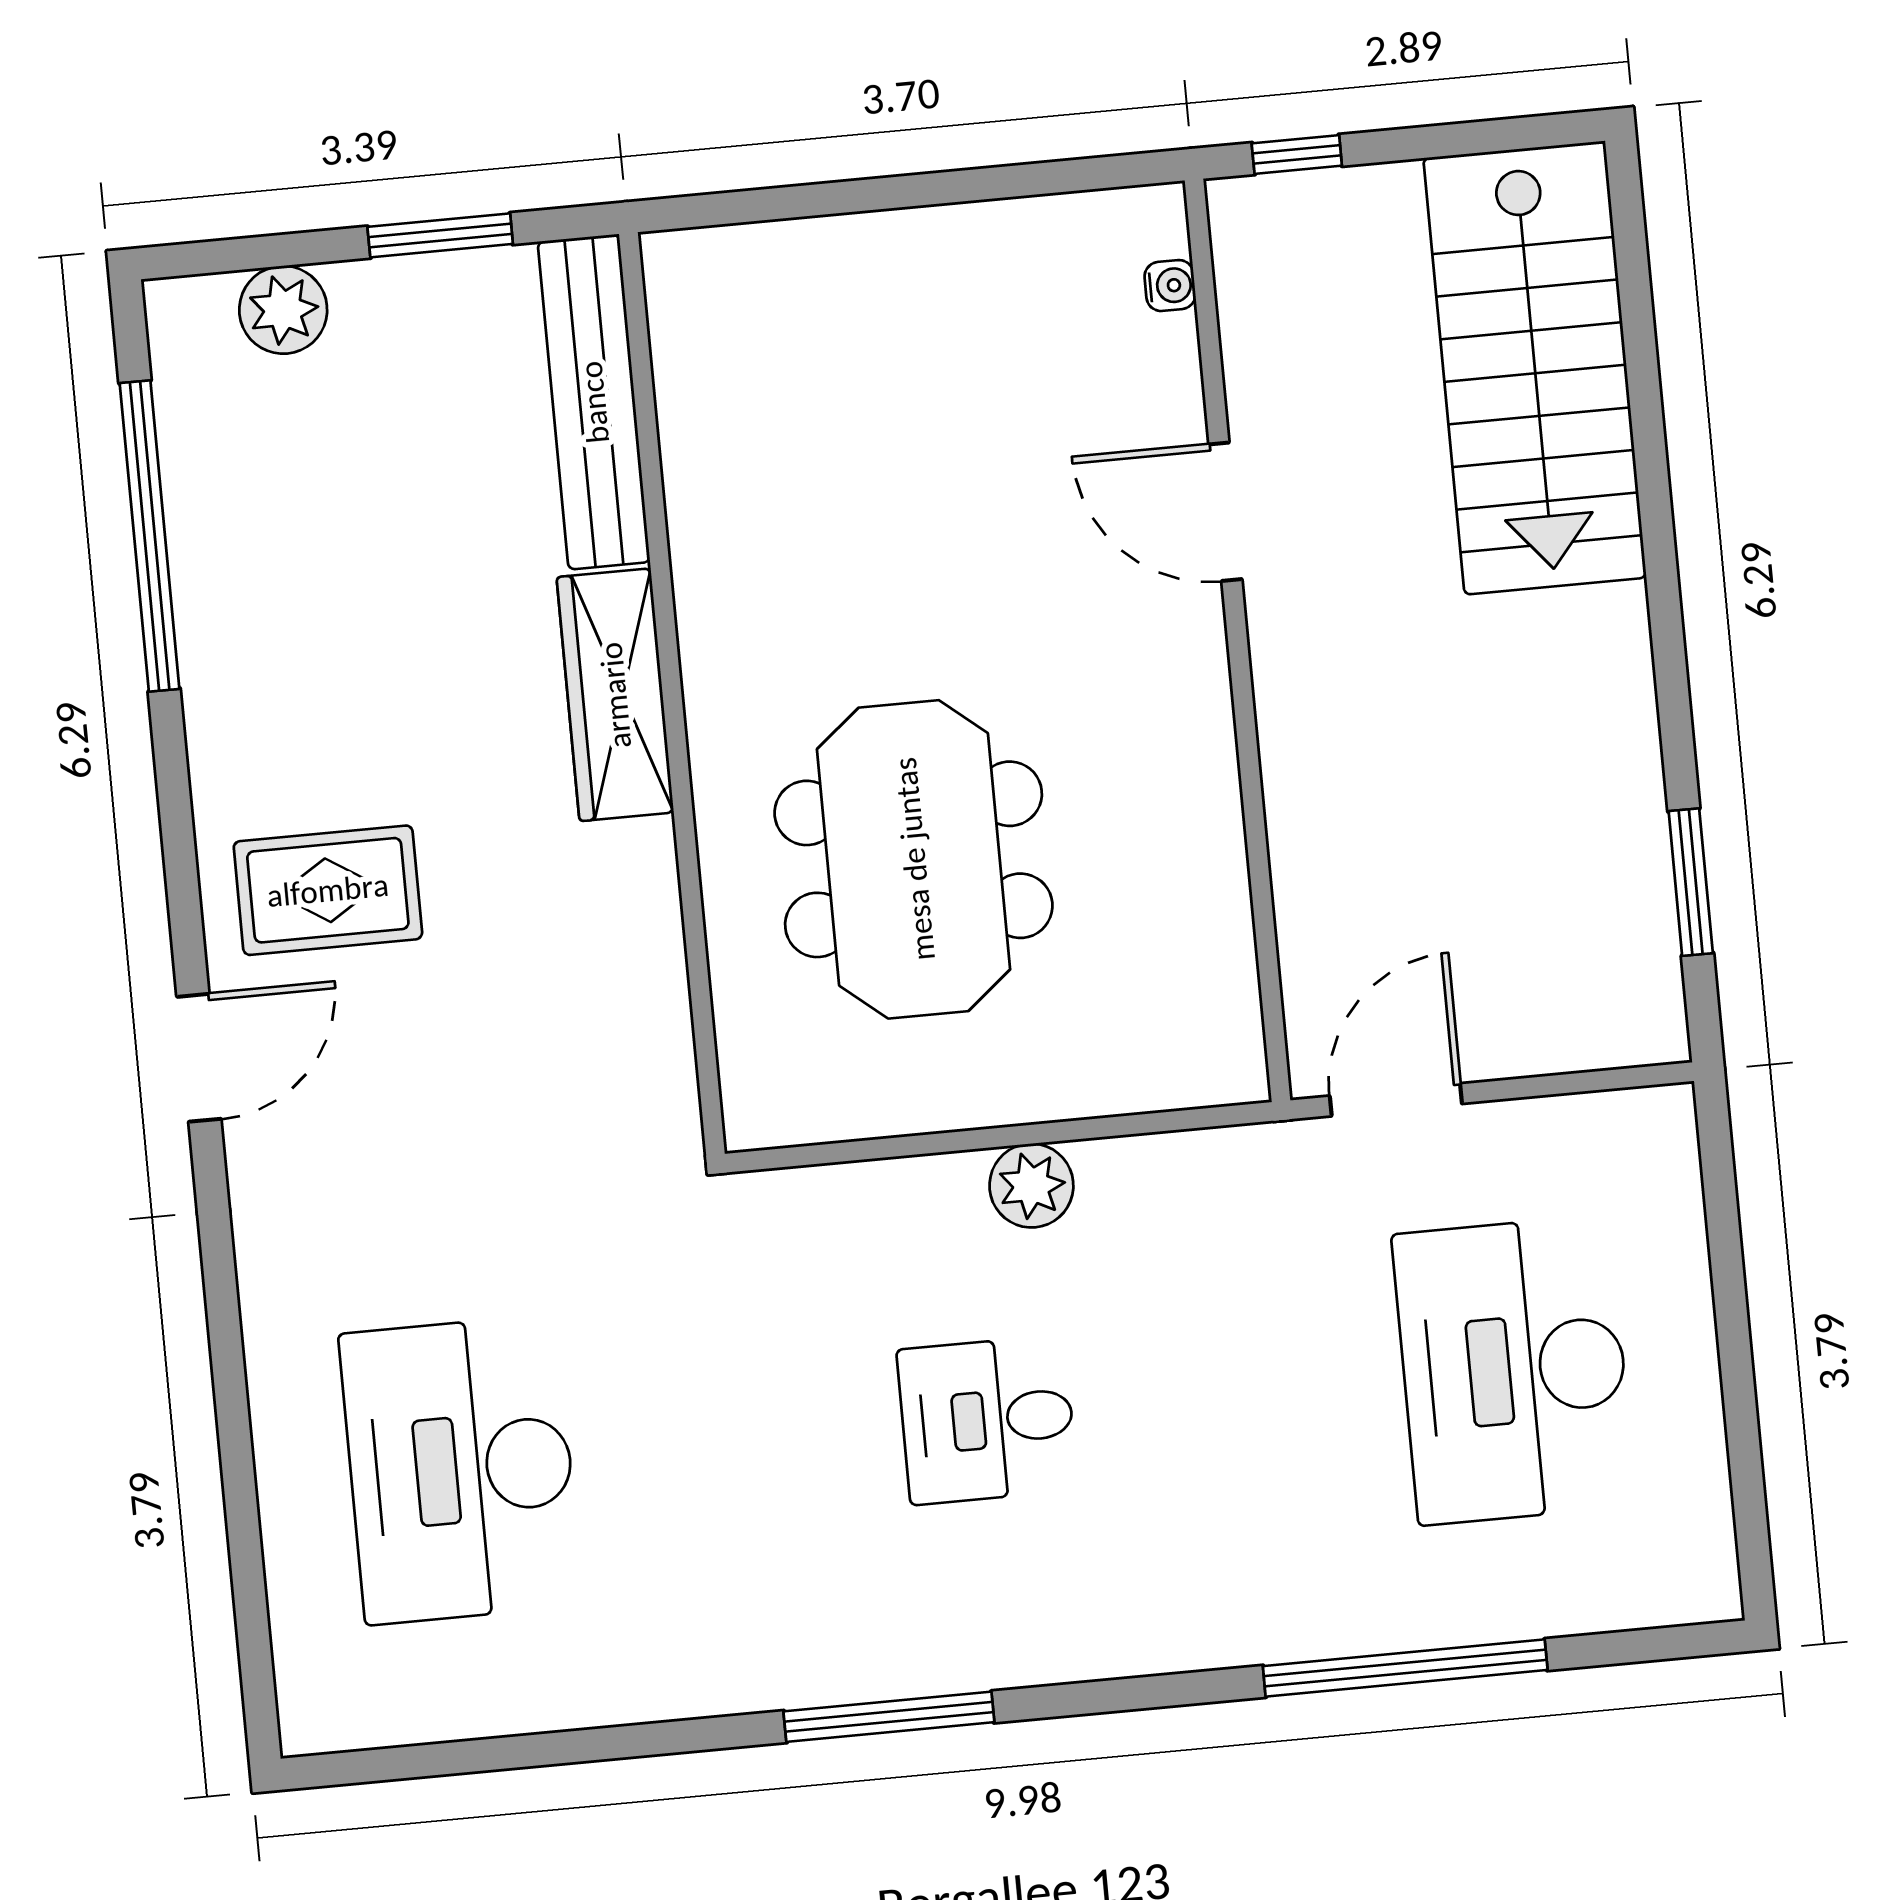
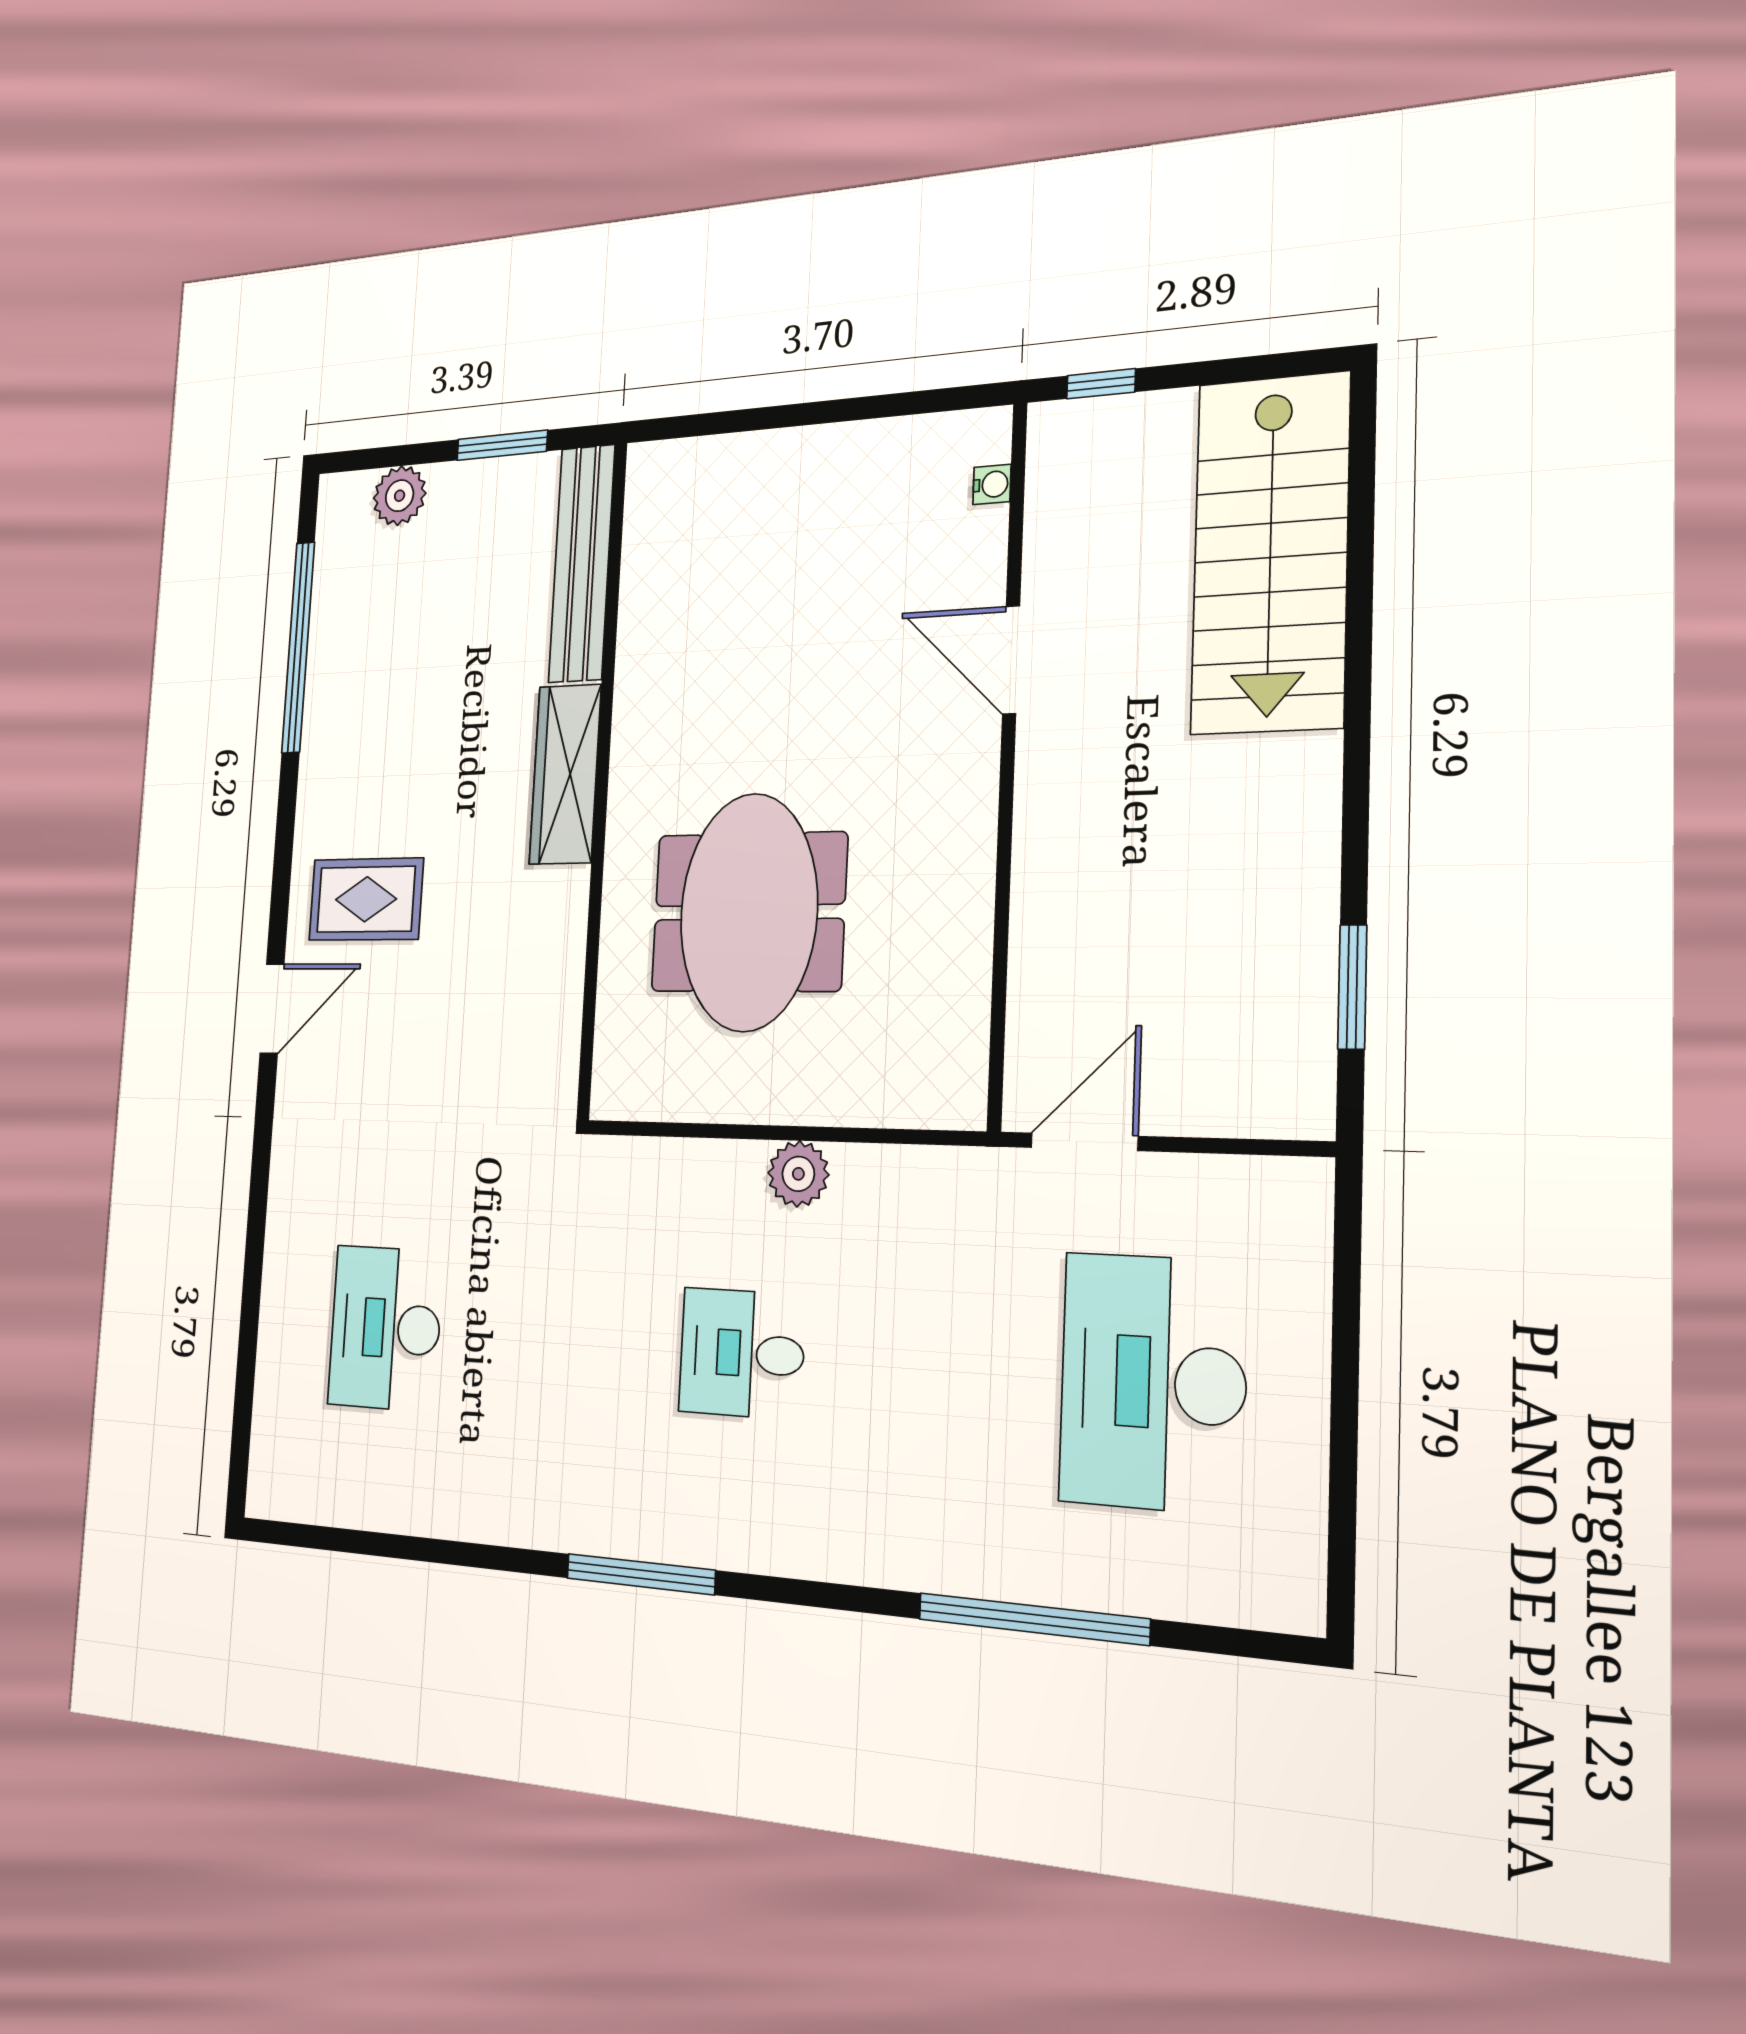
desk: (461, 1470) -> (385, 1328), width x0.73, depth x0.77

